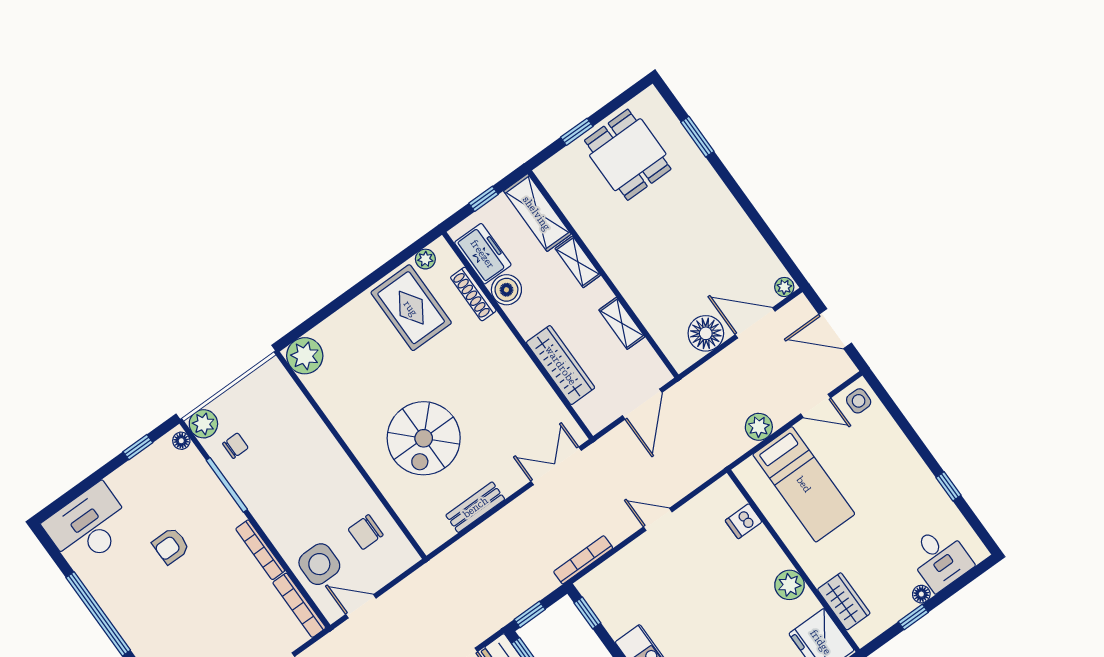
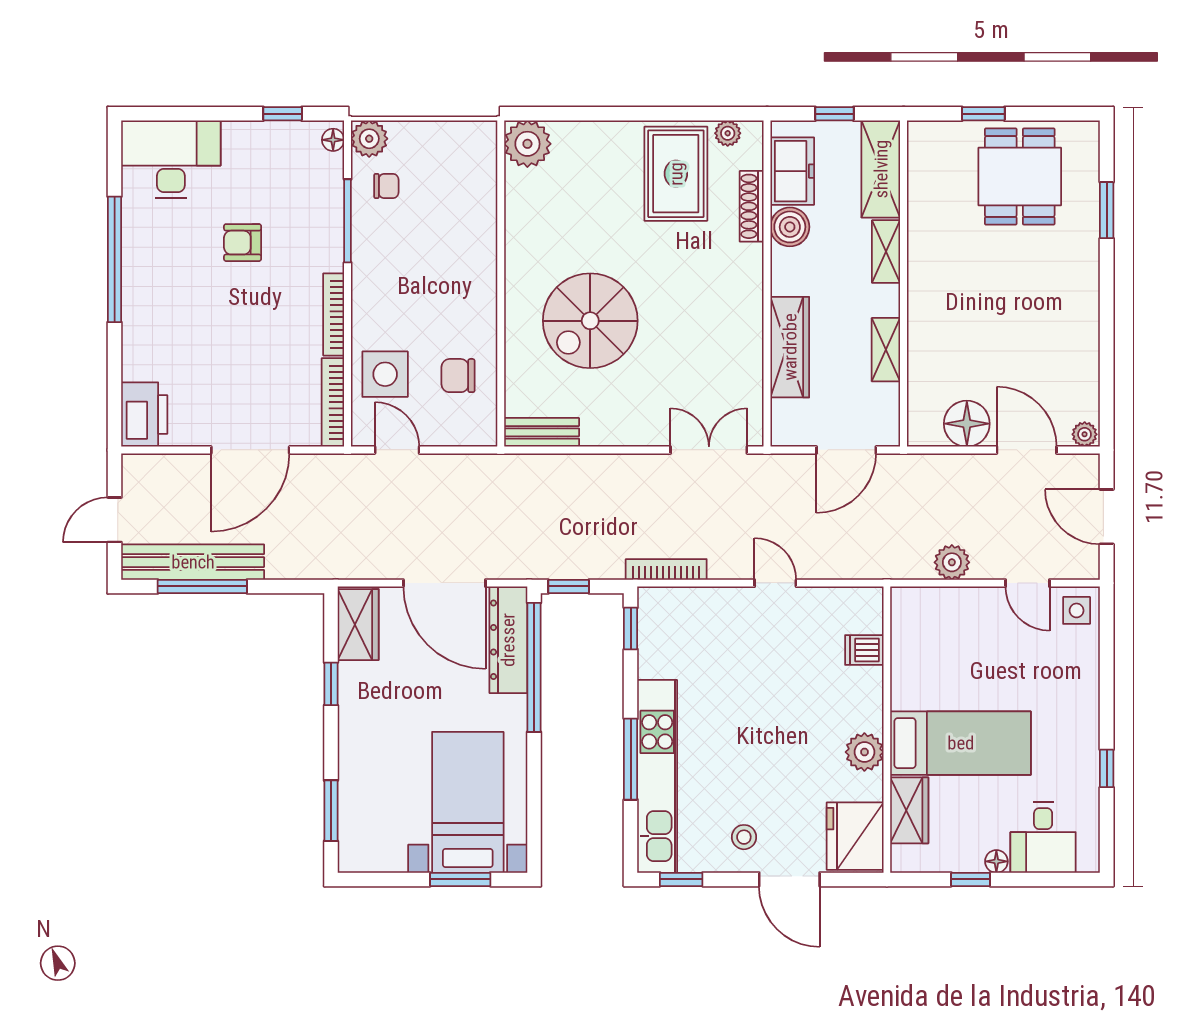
bed: (804, 484) -> (961, 743), moved, turned -90
bench: (475, 507) -> (542, 432), moved

